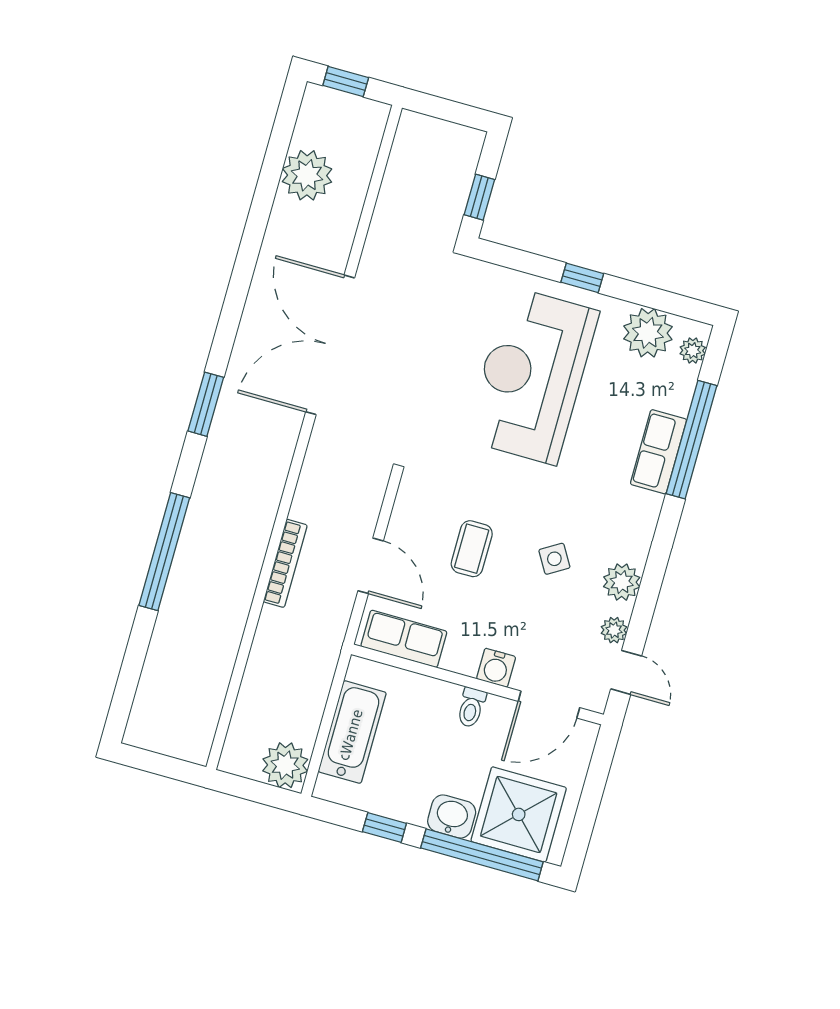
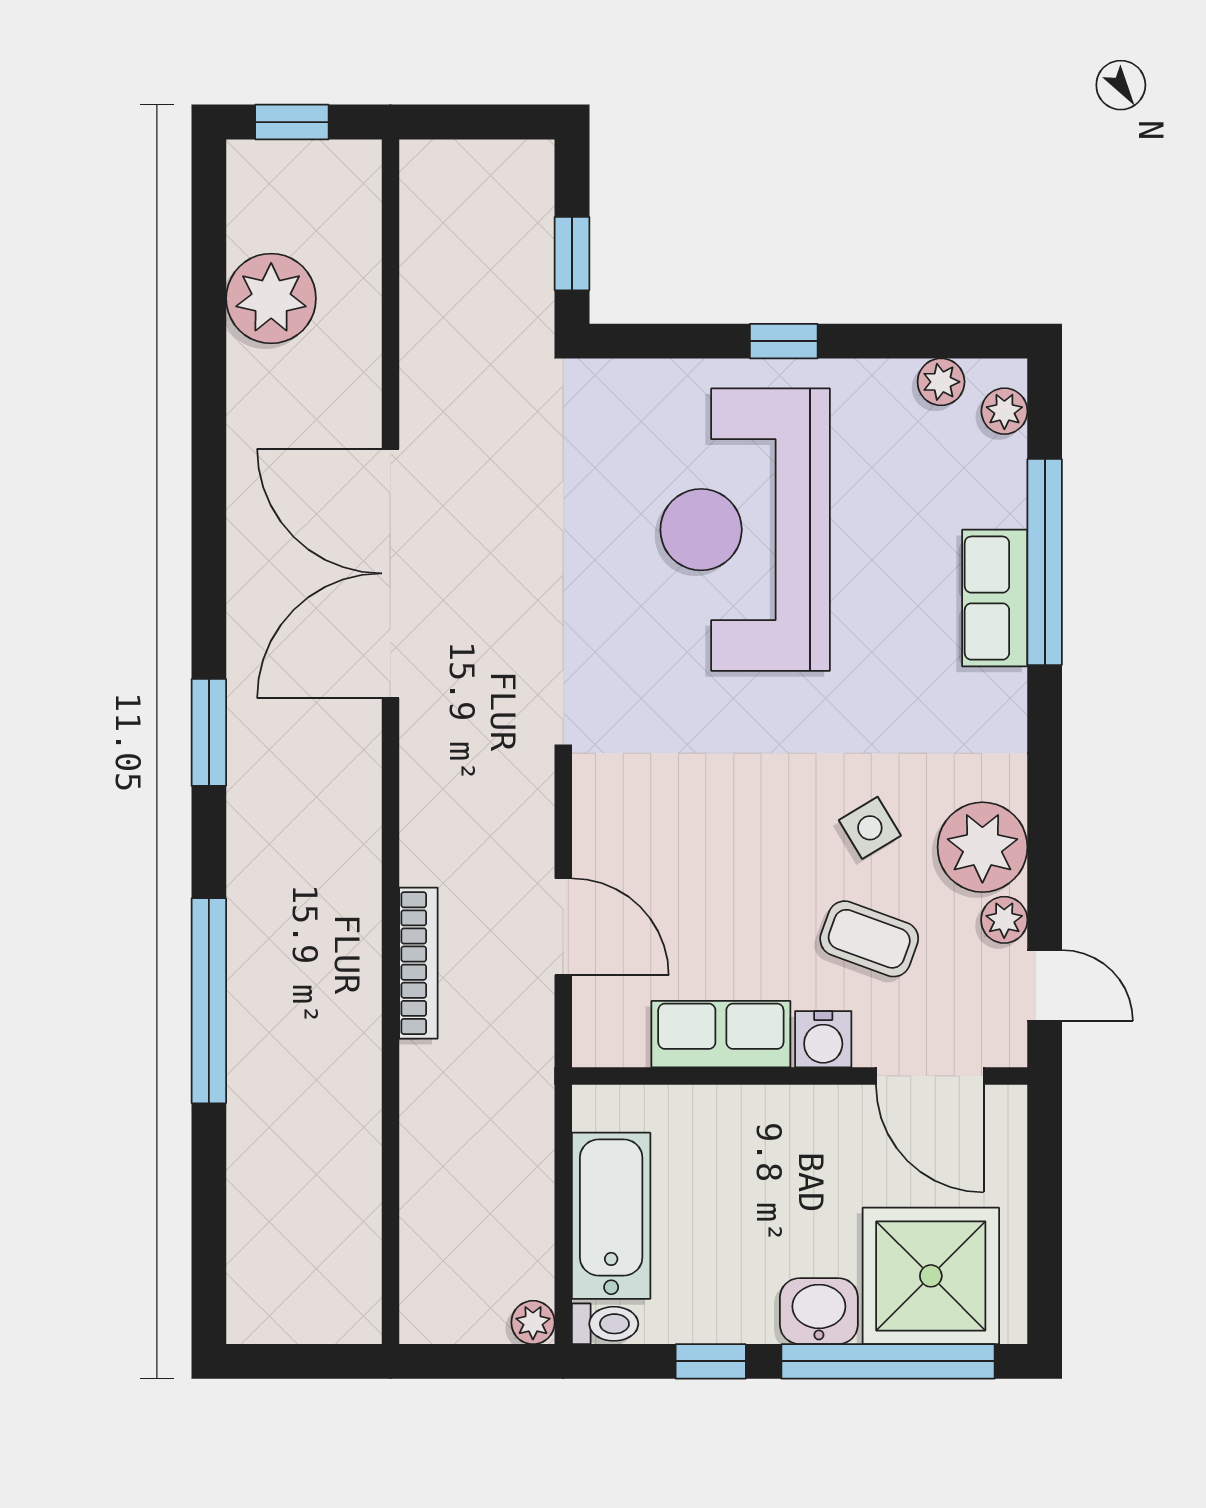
plant: (648, 333) -> (941, 382), width x0.53, depth x0.53
coffee table: (472, 549) -> (869, 939), moved, turned -70
plant: (622, 582) -> (982, 847), width x1.36, depth x1.36
row of seats: (404, 639) -> (721, 1034), moved
door: (549, 704) -> (930, 1076), hinge flipped
toilet: (471, 707) -> (605, 1324), moved, turned -90
plant: (285, 765) -> (533, 1322), width x0.53, depth x0.53

